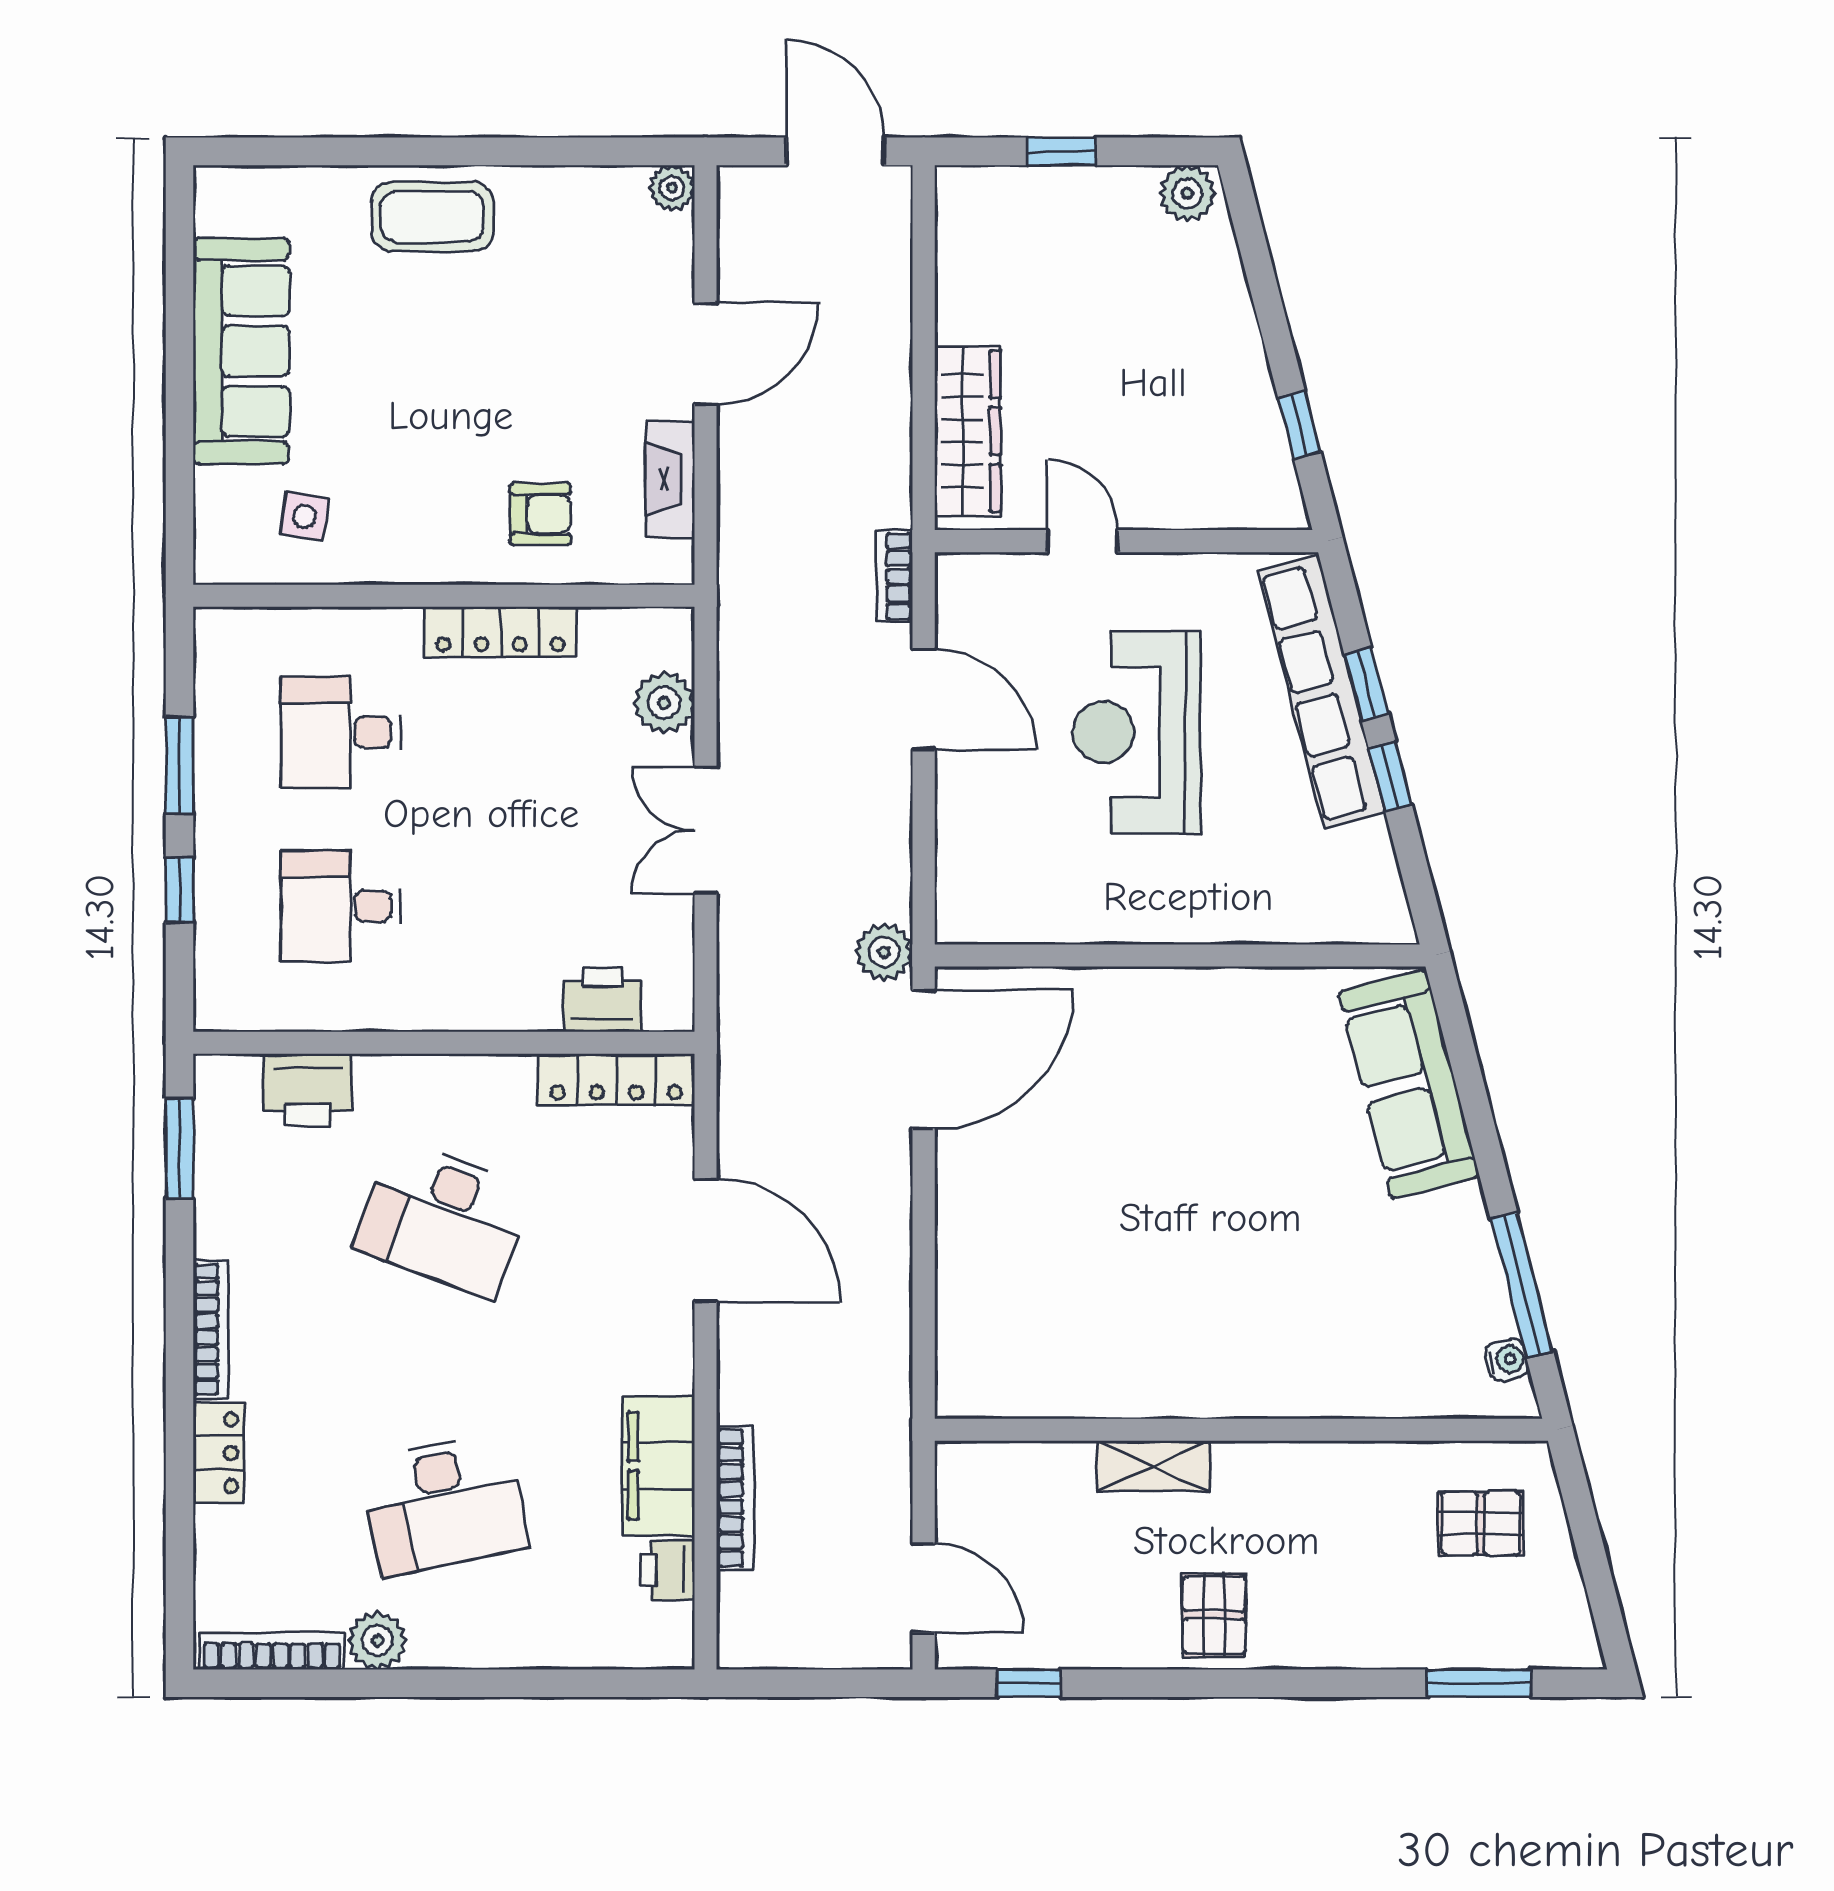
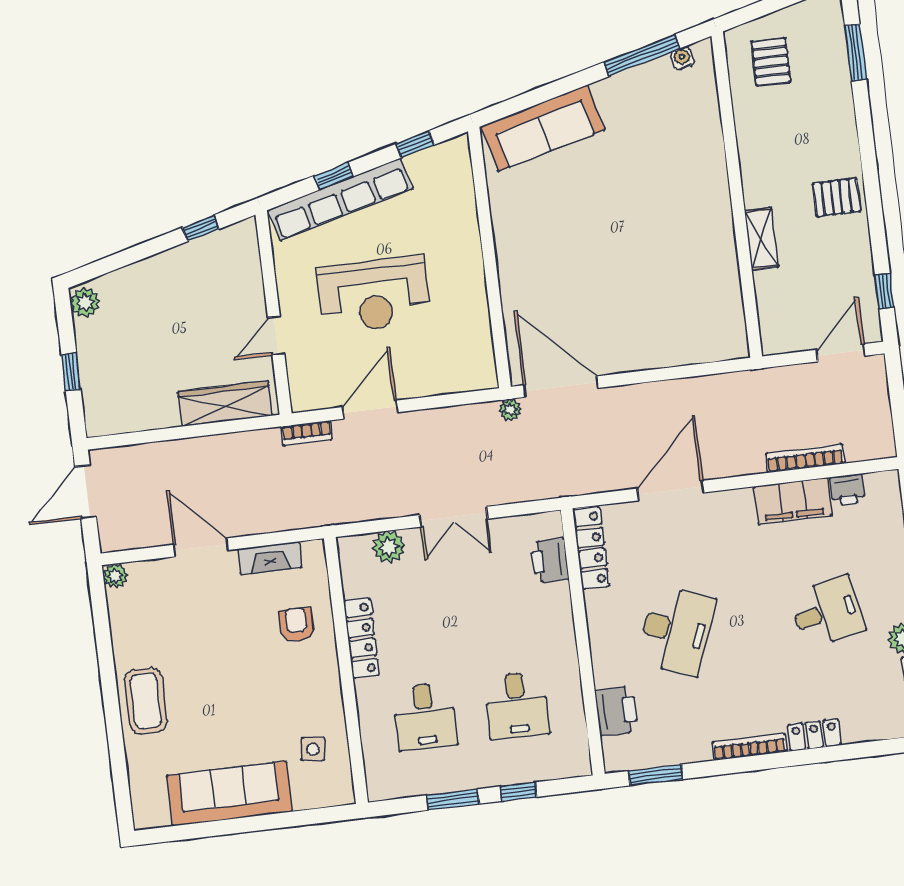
window: (1390, 776) -> (415, 144), moved
plant: (884, 952) -> (510, 410), width x0.73, depth x0.73
desk: (444, 1504) -> (827, 612), width x0.73

